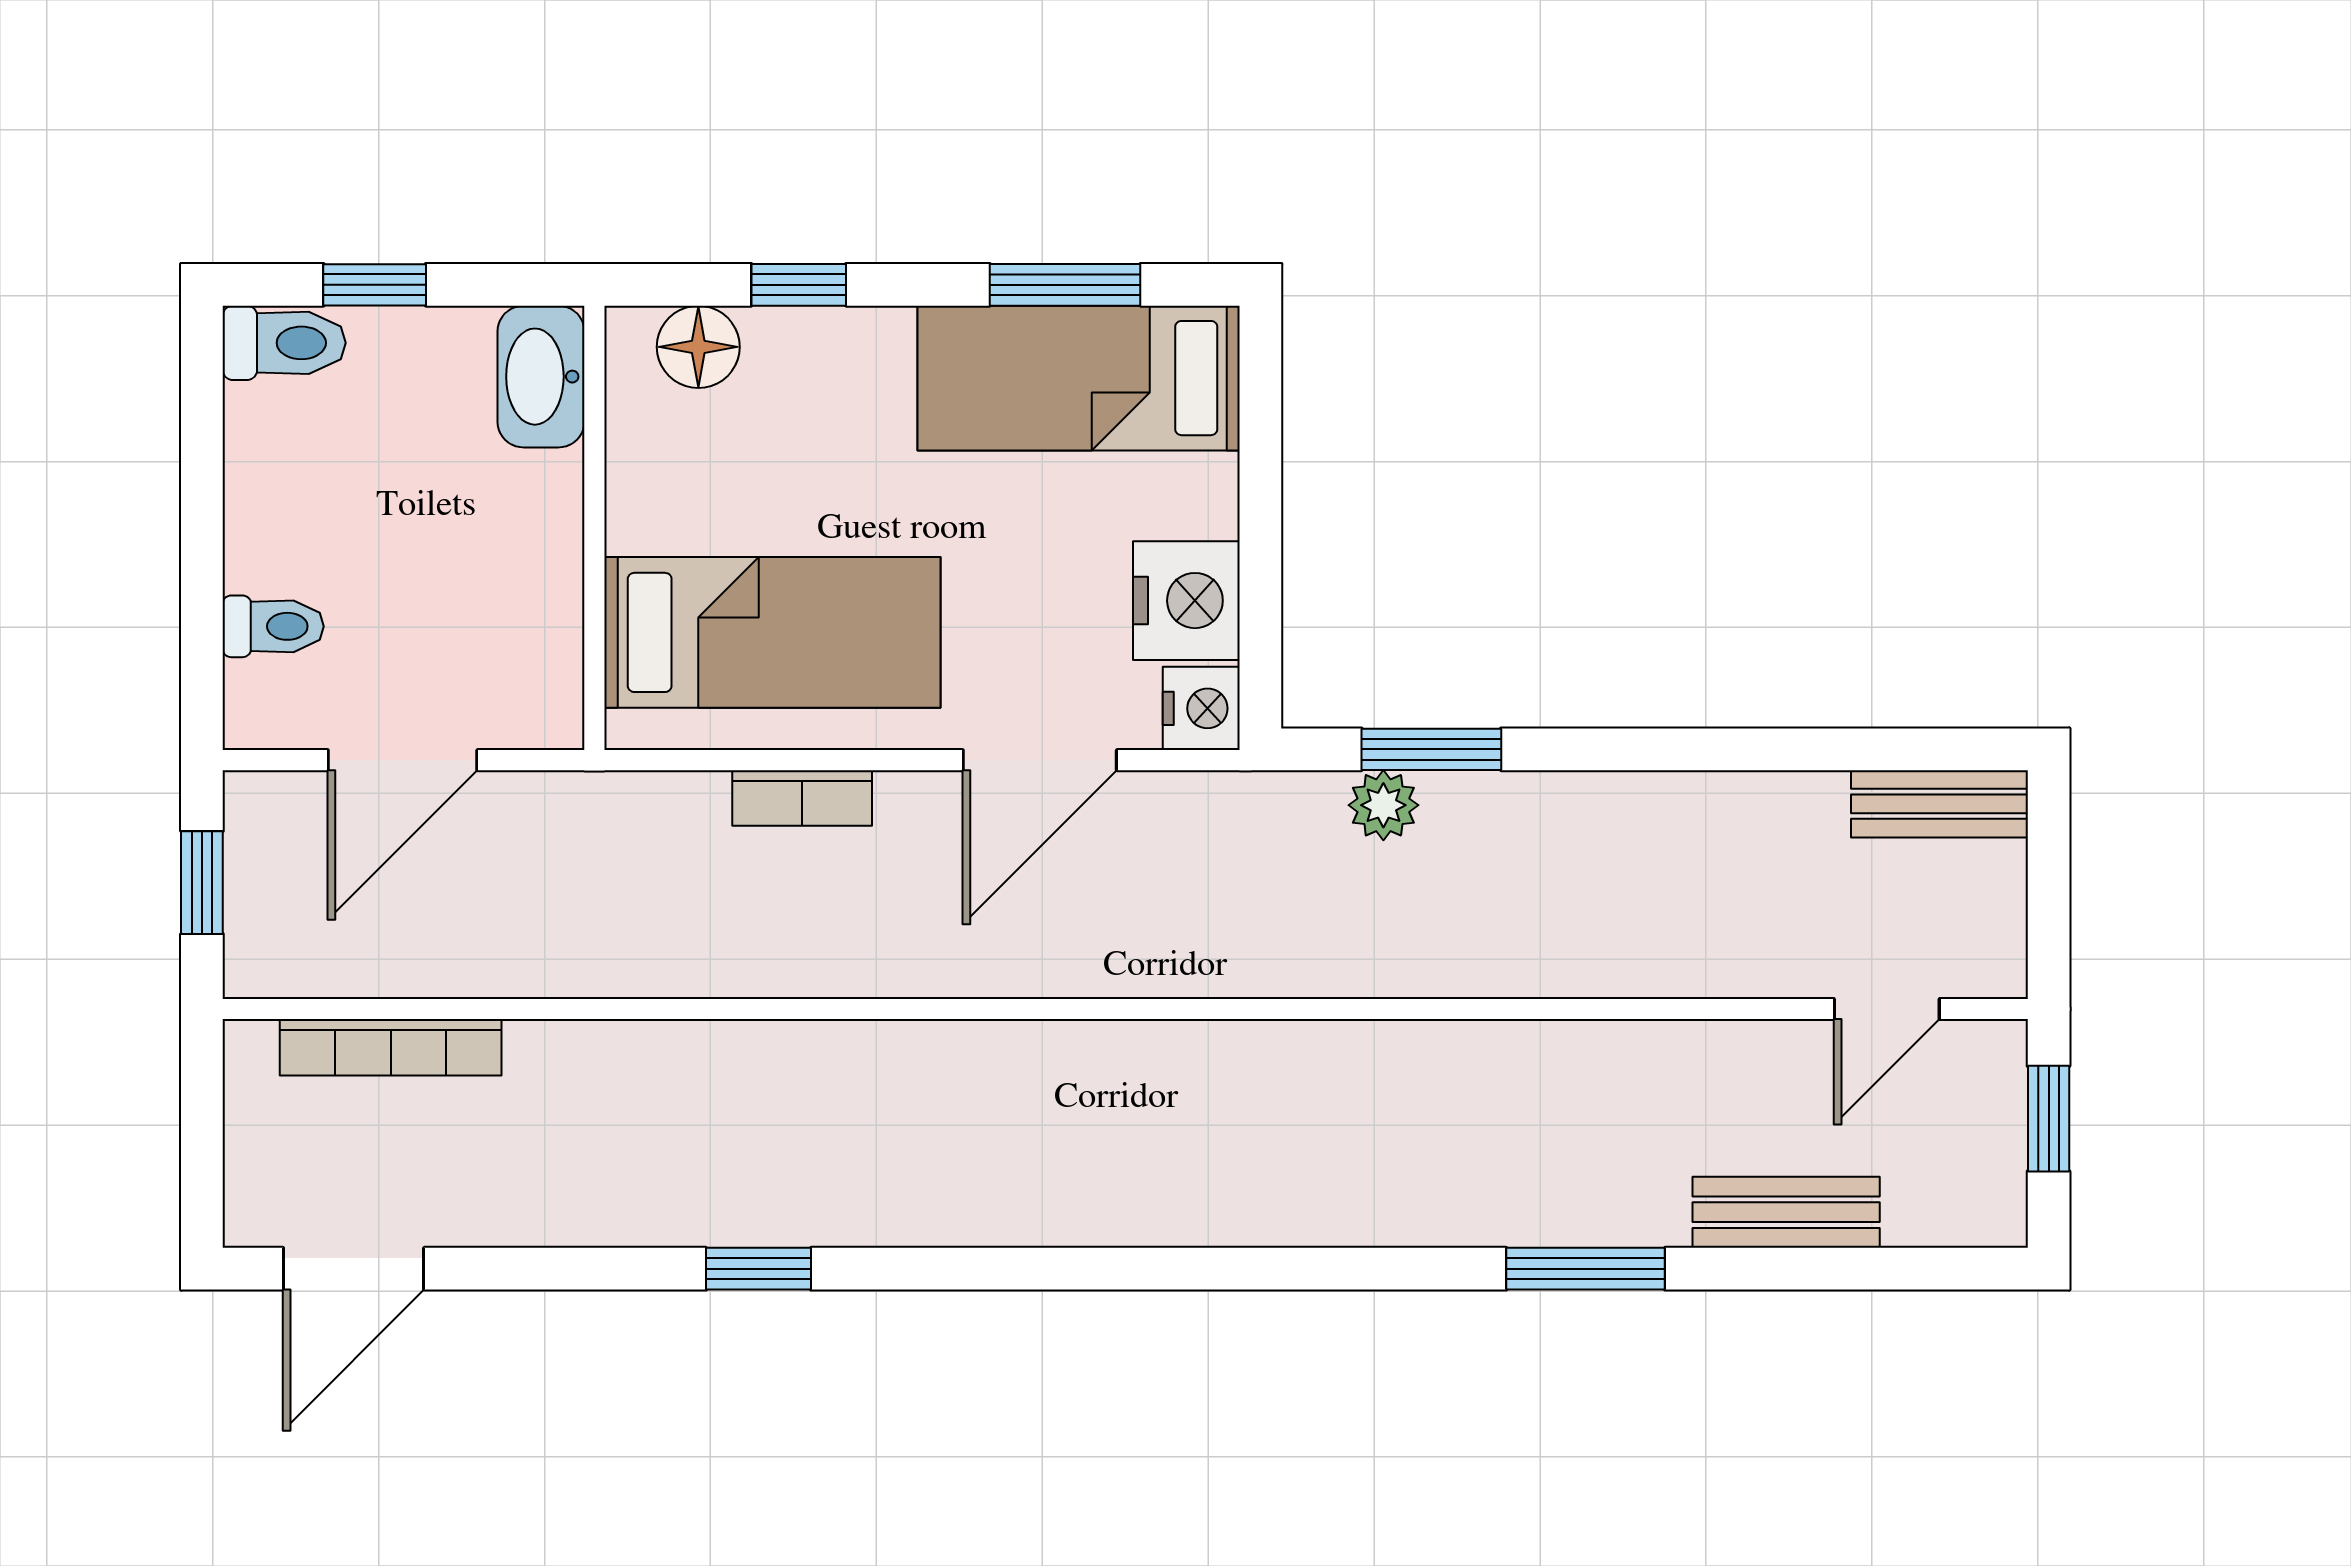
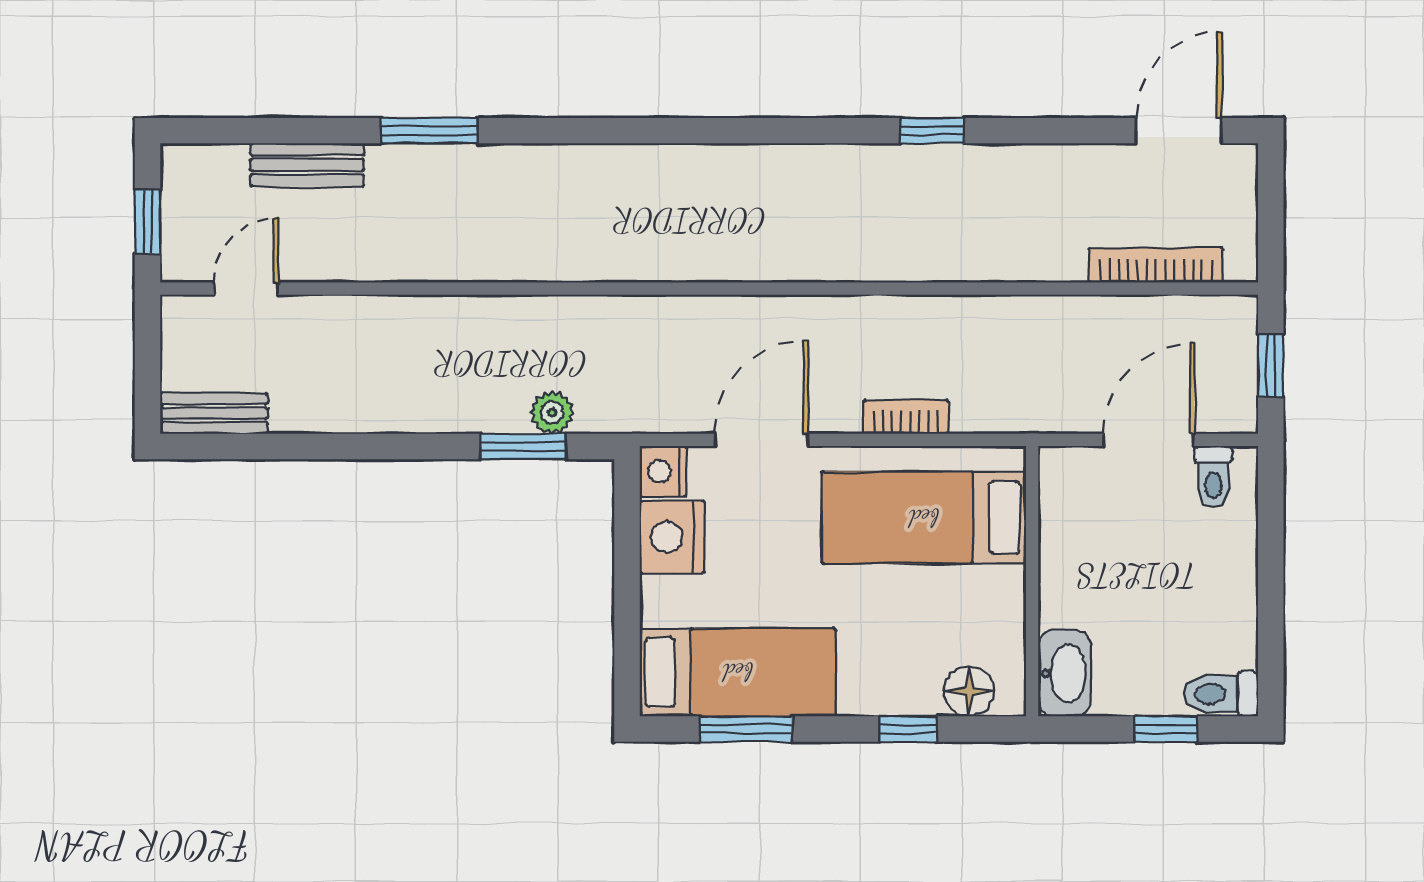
toilet: (273, 626) -> (1213, 477), moved, turned -90

